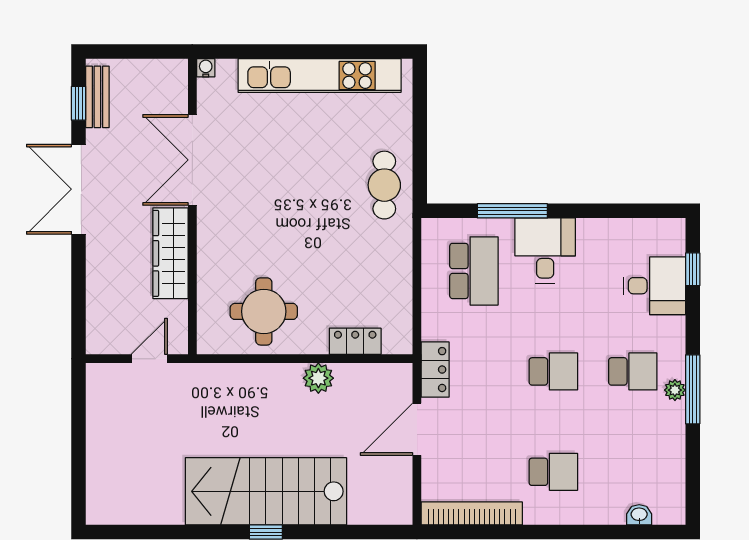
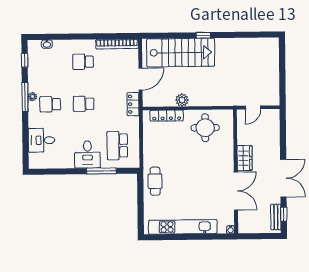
wardrobe: (170, 253) -> (245, 158), width x0.67
window: (693, 269) -> (25, 60), moved
locker: (355, 341) -> (167, 116), width x1.53
stairs: (266, 491) -> (181, 53), moved

